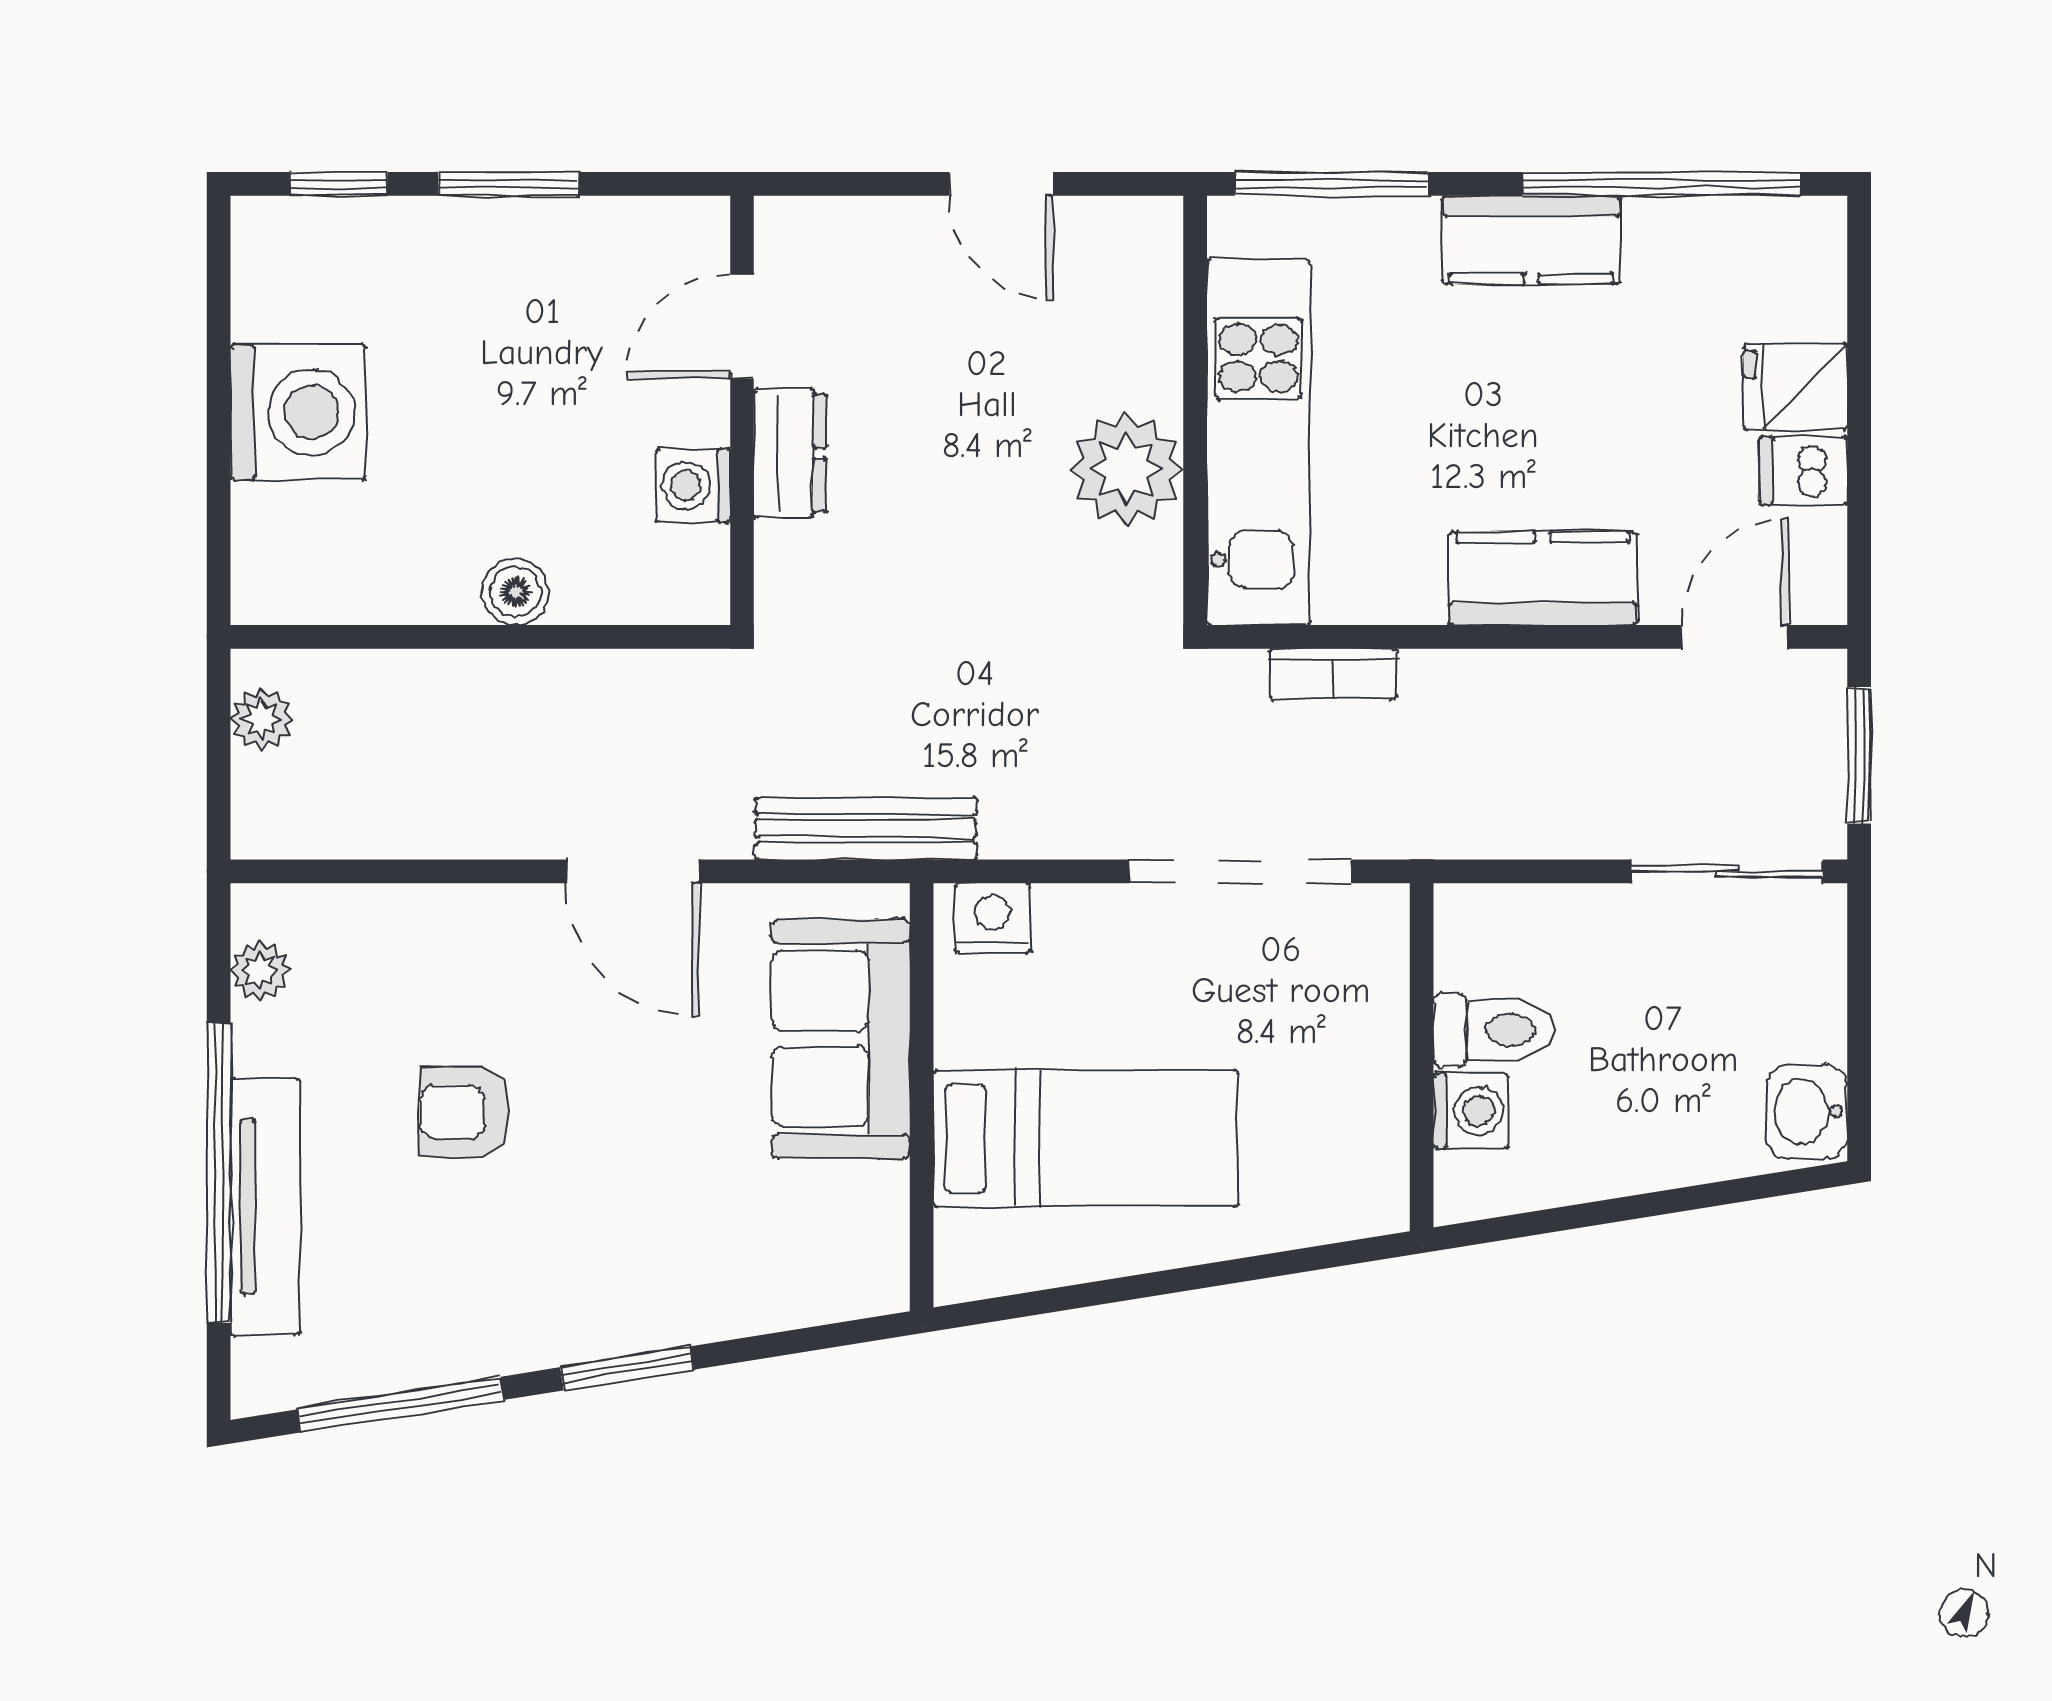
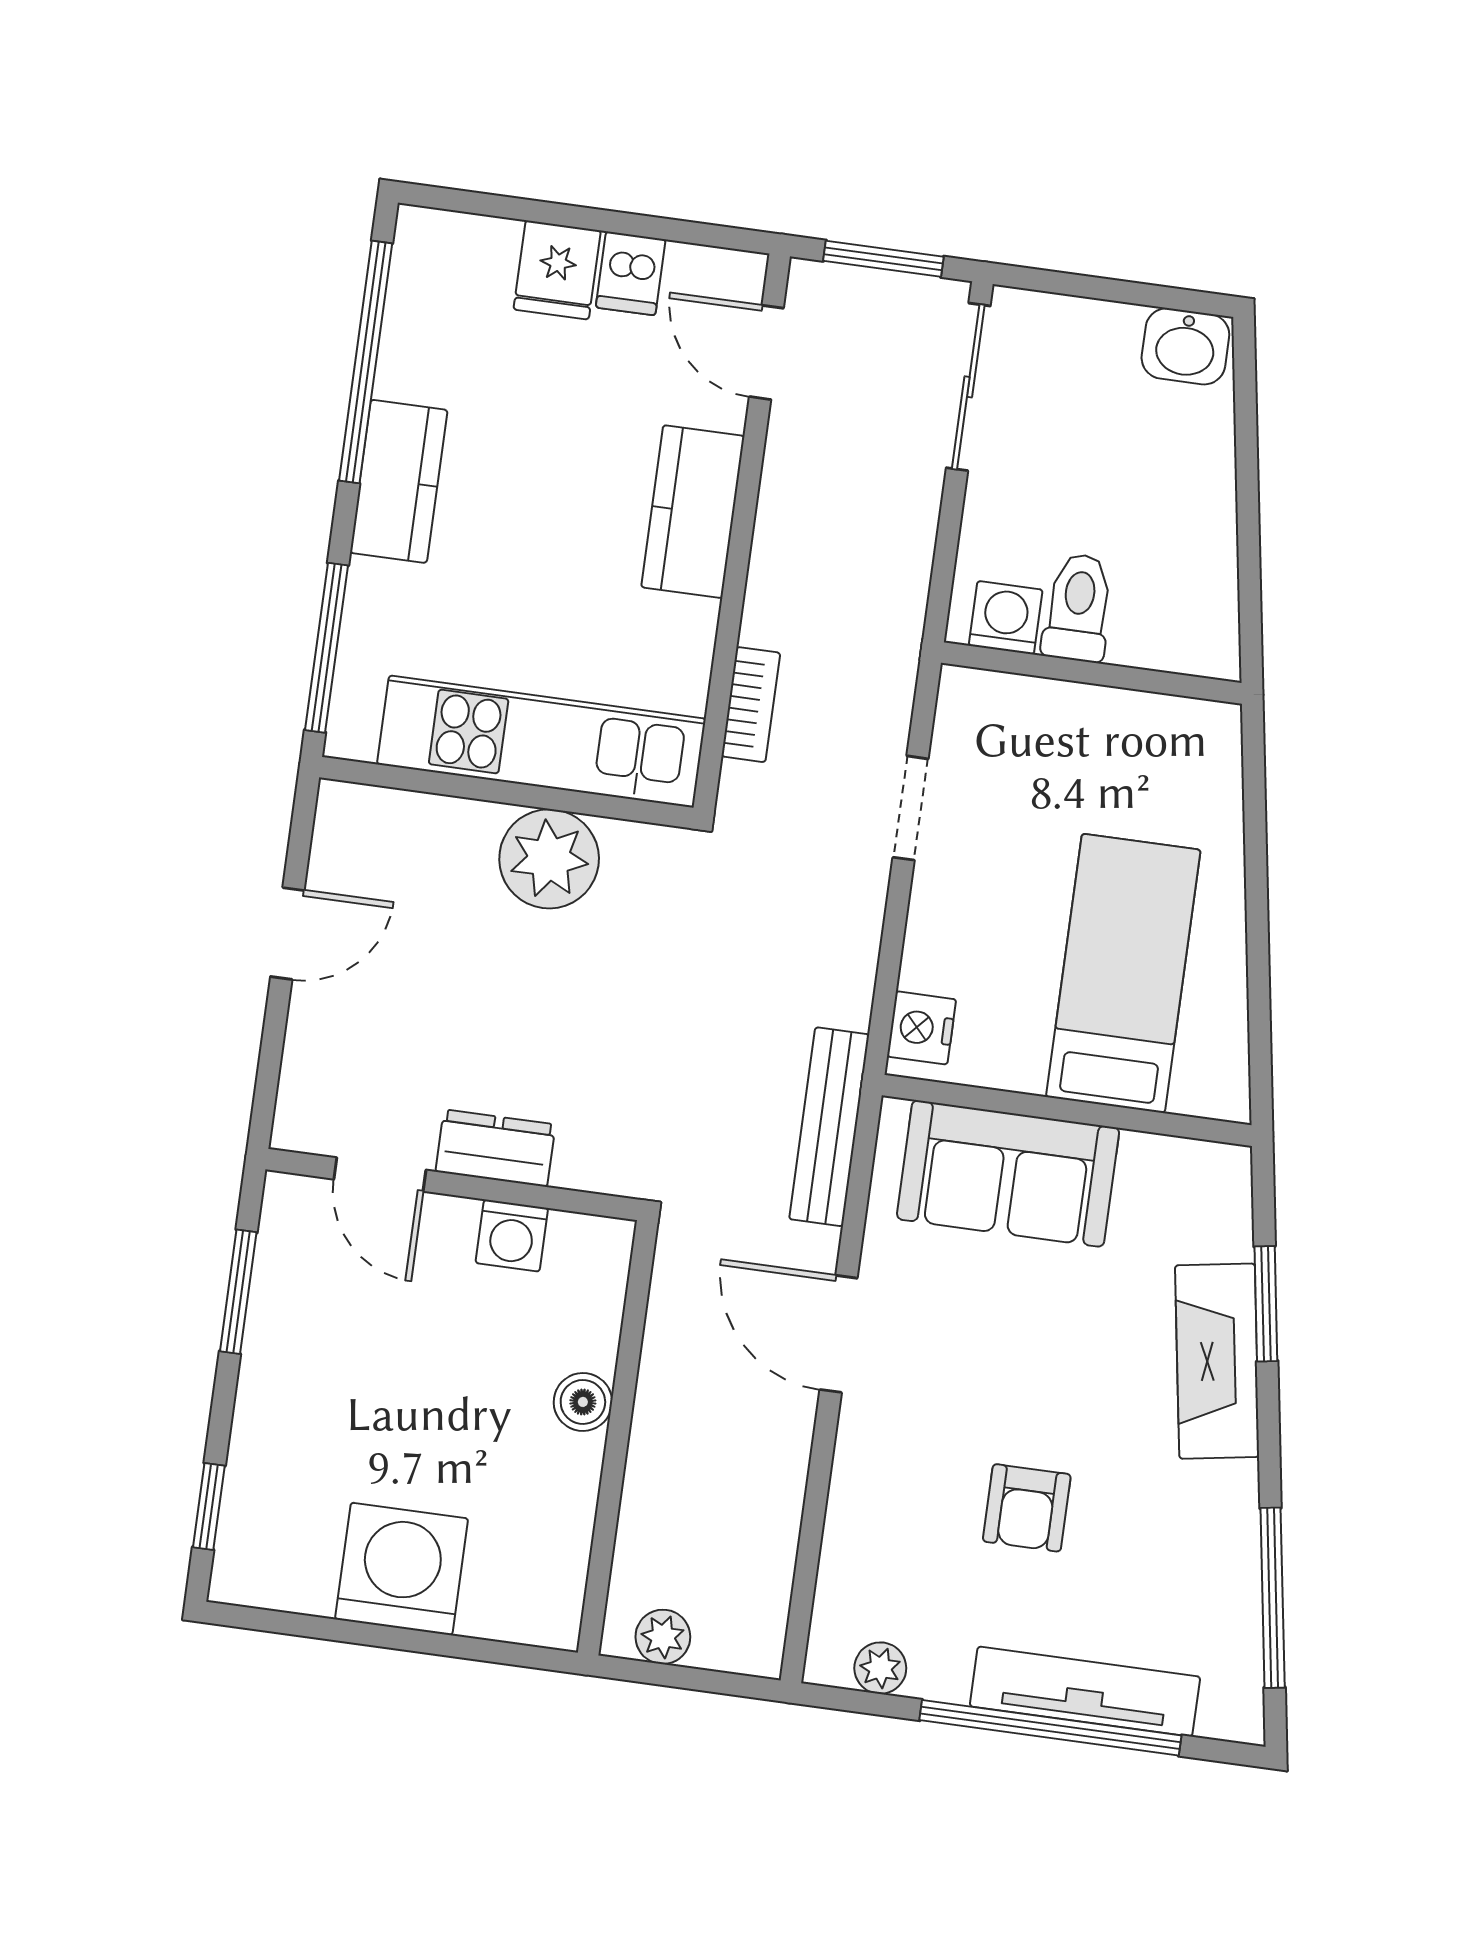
window: (508, 184) -> (238, 1292), moved
door: (632, 871) -> (839, 1334), swing flipped
doorway: (1240, 871) -> (911, 808), width x0.53
washing machine: (1471, 1111) -> (1006, 618), moved
fireplace: (660, 1305) -> (1217, 1361), added
window: (627, 1368) -> (1266, 1304), moved

